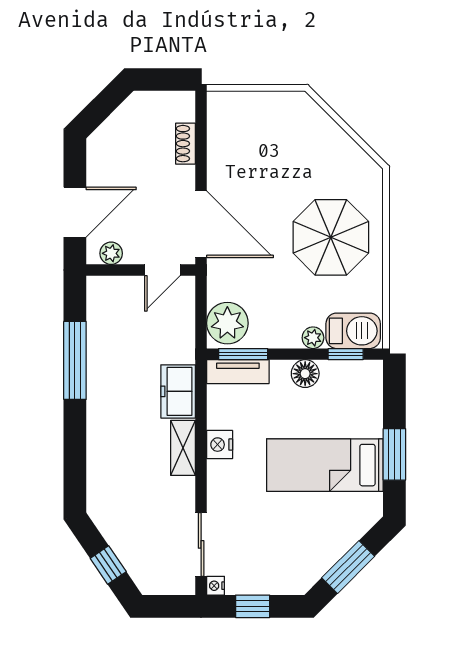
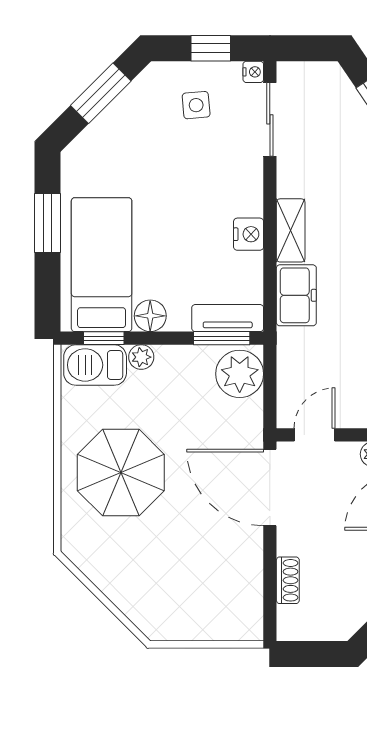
bed: (325, 465) -> (102, 265), moved, turned -90
side table: (265, 557) -> (196, 105), added

